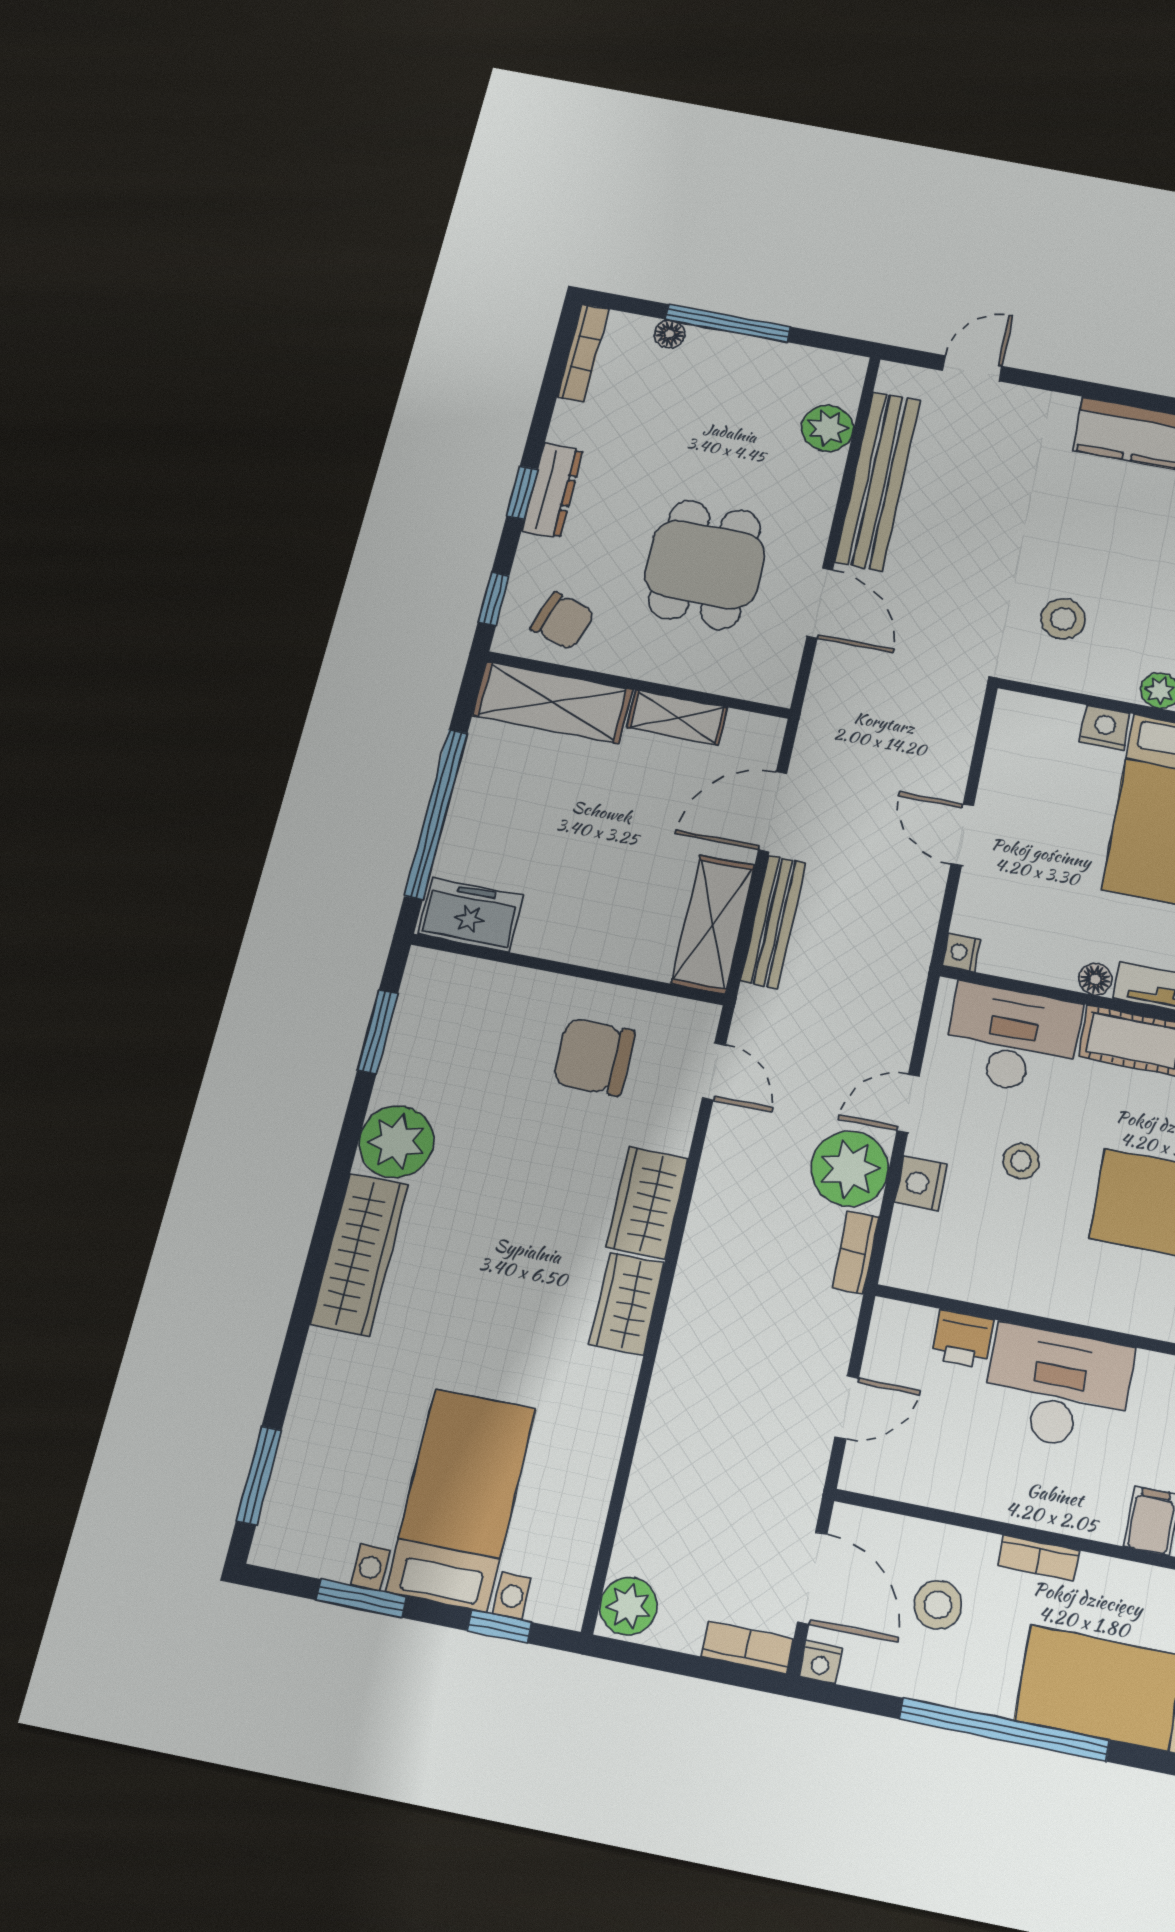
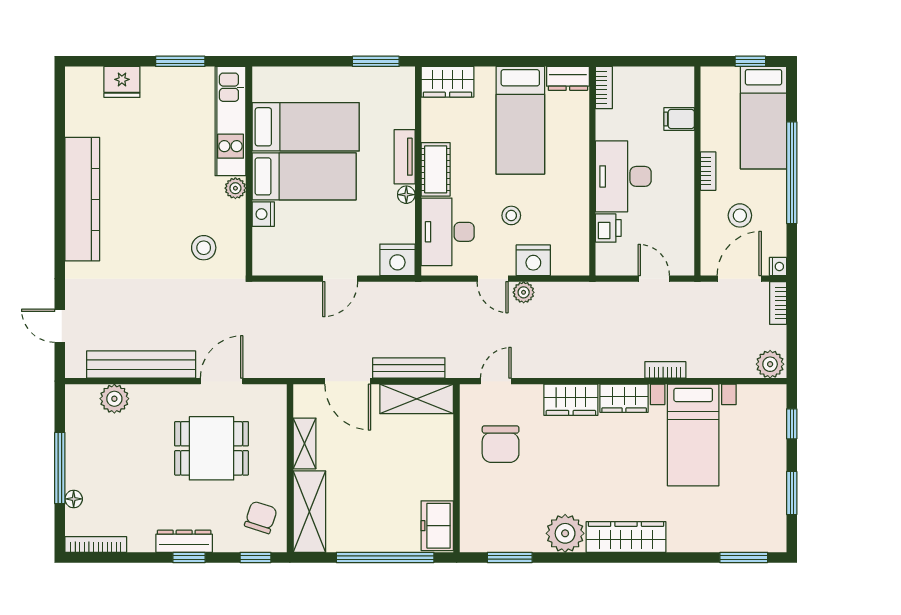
nightstand: (961, 952) -> (397, 260), width x1.89, depth x1.79
plant: (850, 1169) -> (524, 292), width x0.53, depth x0.53
nightstand: (921, 1184) -> (533, 260), width x1.36, depth x1.33
bookcase: (855, 1252) -> (665, 370), moved, turned 180
bed with nightstands: (461, 1499) -> (693, 435), moved, turned -90

